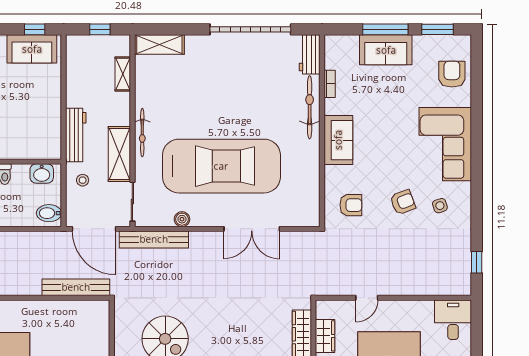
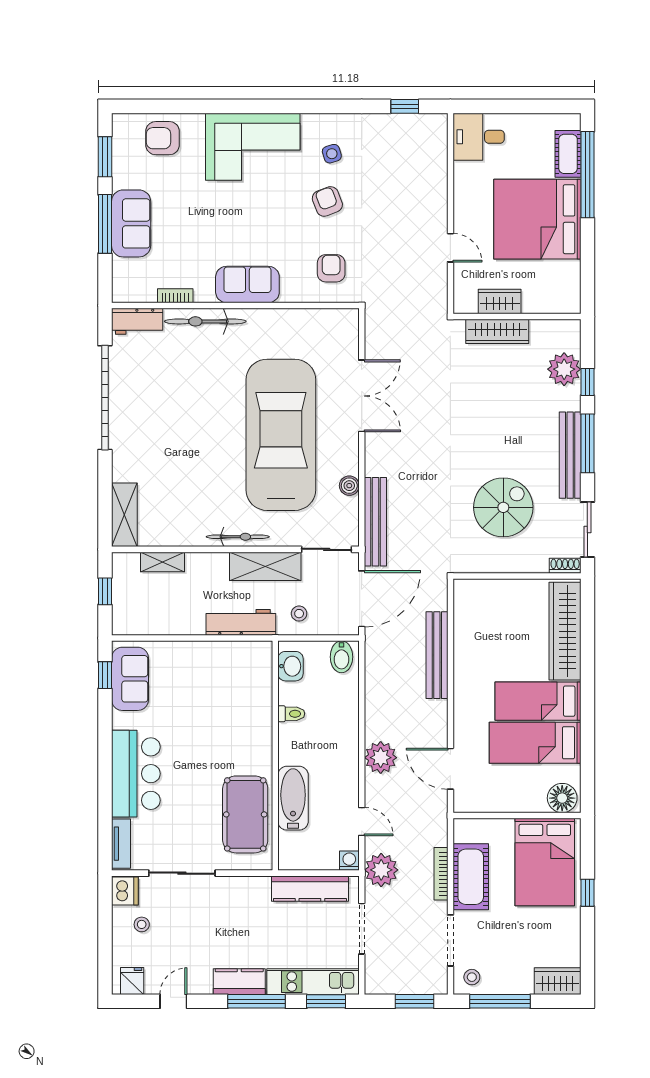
bench: (76, 287) -> (437, 655), moved

